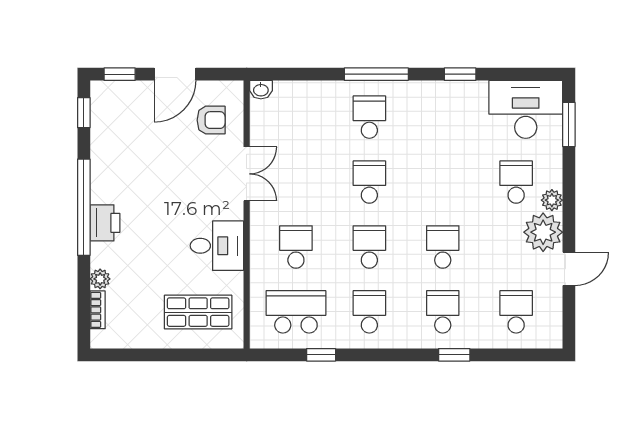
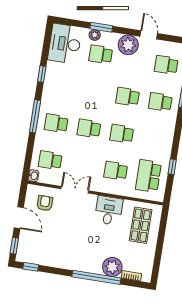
window: (569, 124) -> (101, 27), moved
plant: (552, 200) -> (95, 35), moved
window: (84, 207) -> (96, 277), moved
printer: (105, 223) -> (88, 265), removed
plant: (100, 279) -> (112, 267), width x1.88, depth x1.88
school desk: (369, 312) -> (50, 160), moved

